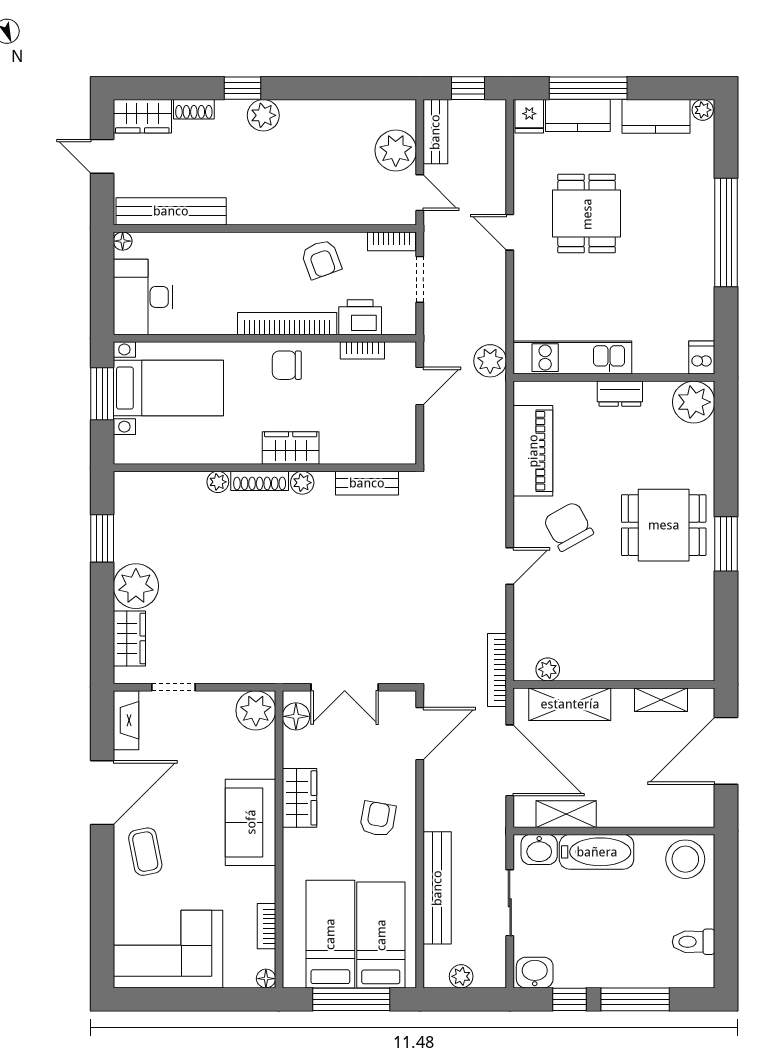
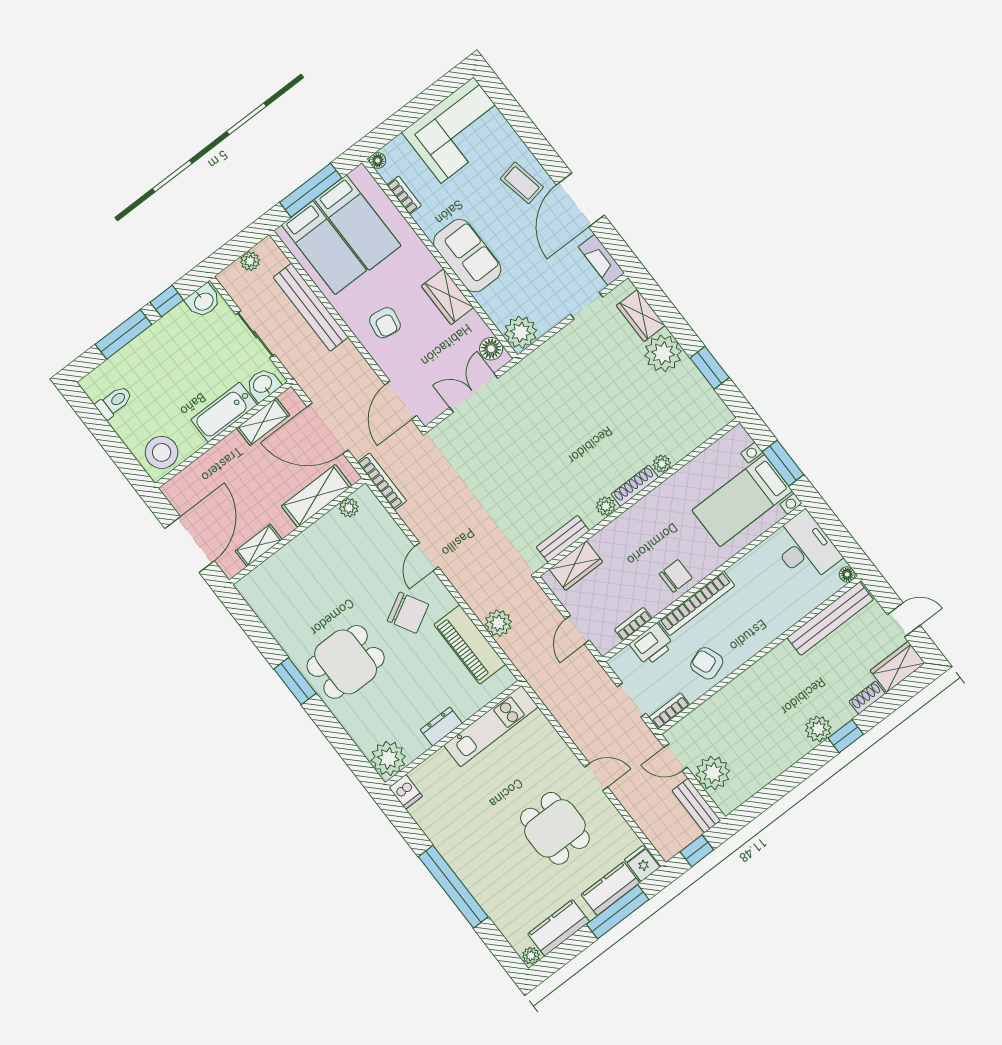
plant: (490, 361) -> (498, 623), moved
wardrobe: (291, 448) -> (576, 566), moved

